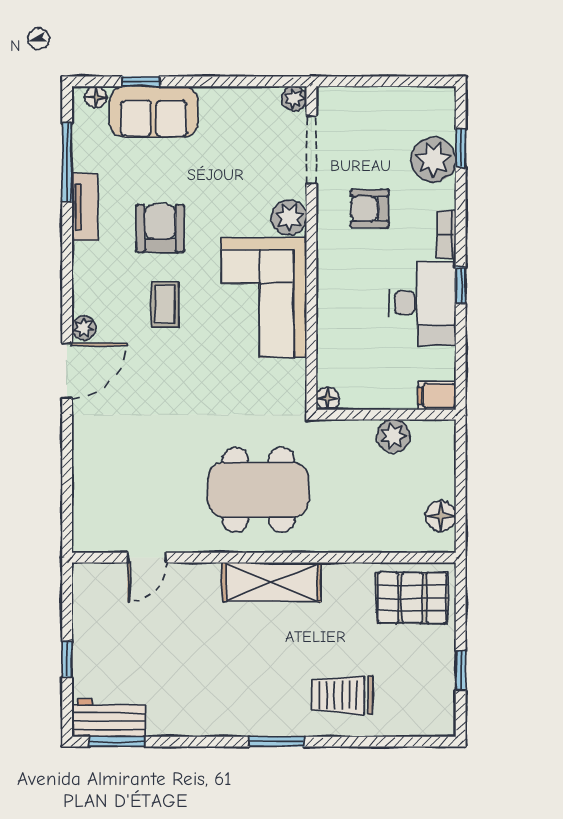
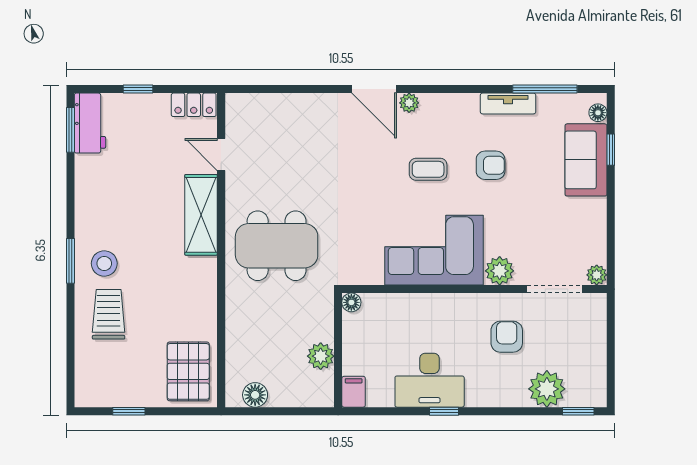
window: (461, 148) -> (578, 411), moved
armchair: (160, 228) -> (491, 165), width x0.72, depth x0.72
bookcase: (446, 234) -> (486, 399), removed
dining table: (258, 490) -> (277, 246), turned 90
shelving: (272, 582) -> (201, 215), moved
locker: (86, 591) -> (194, 105), added
stool: (280, 700) -> (104, 263), added

